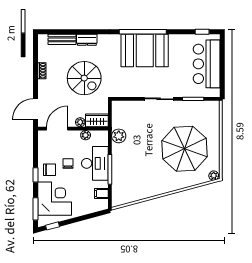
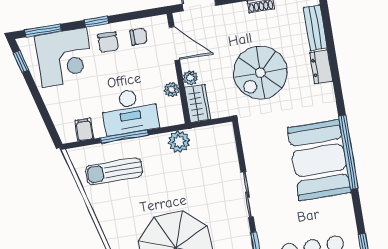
chair: (68, 164) -> (138, 37), moved
sun lounger: (130, 179) -> (114, 171), added

